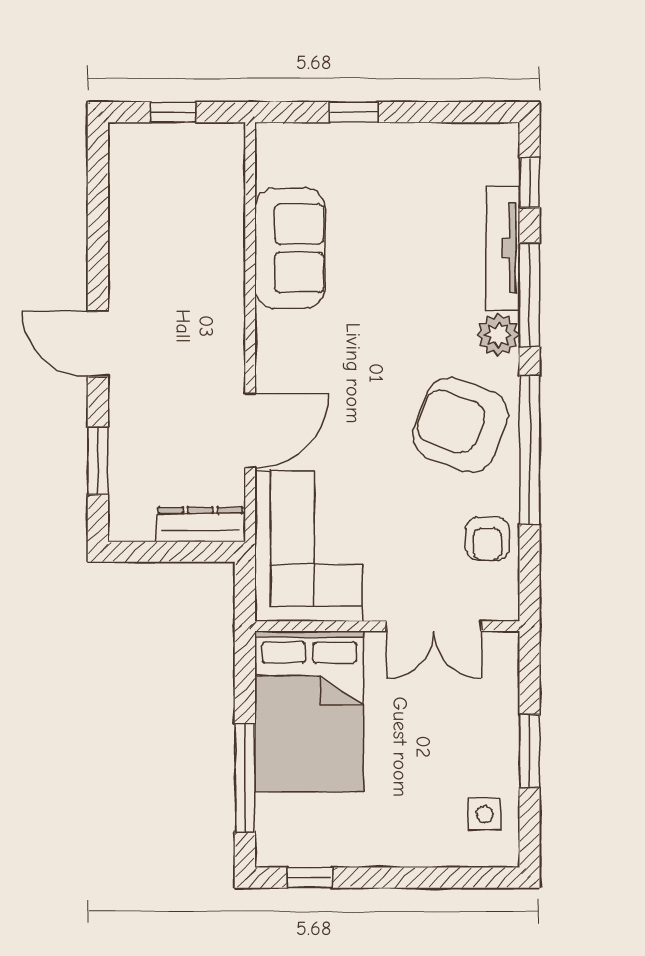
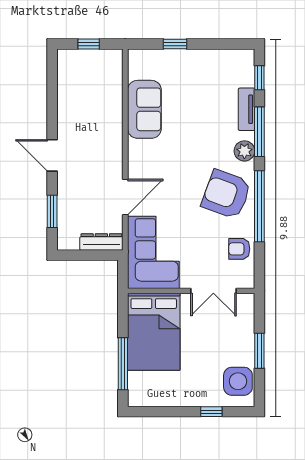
tv unit: (503, 248) -> (247, 109), width x0.71
armchair: (487, 539) -> (239, 249), turned 90
side table: (485, 814) -> (238, 381), width x1.87, depth x1.87
window: (310, 878) -> (211, 412), moved

